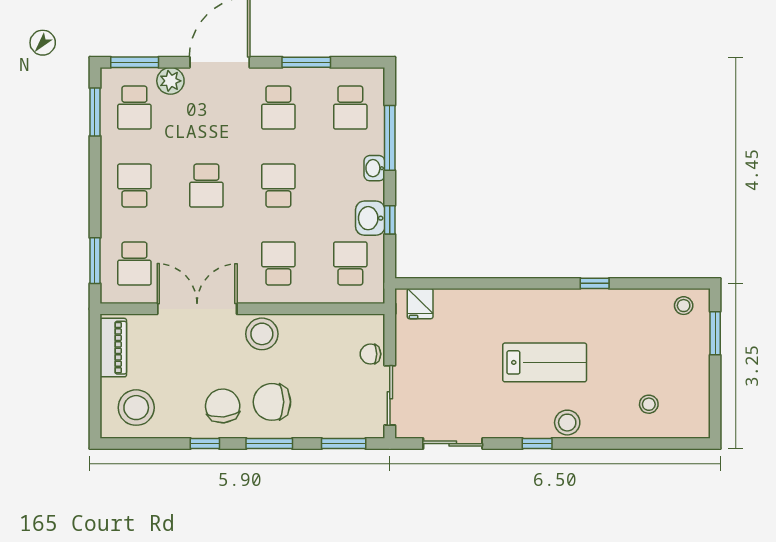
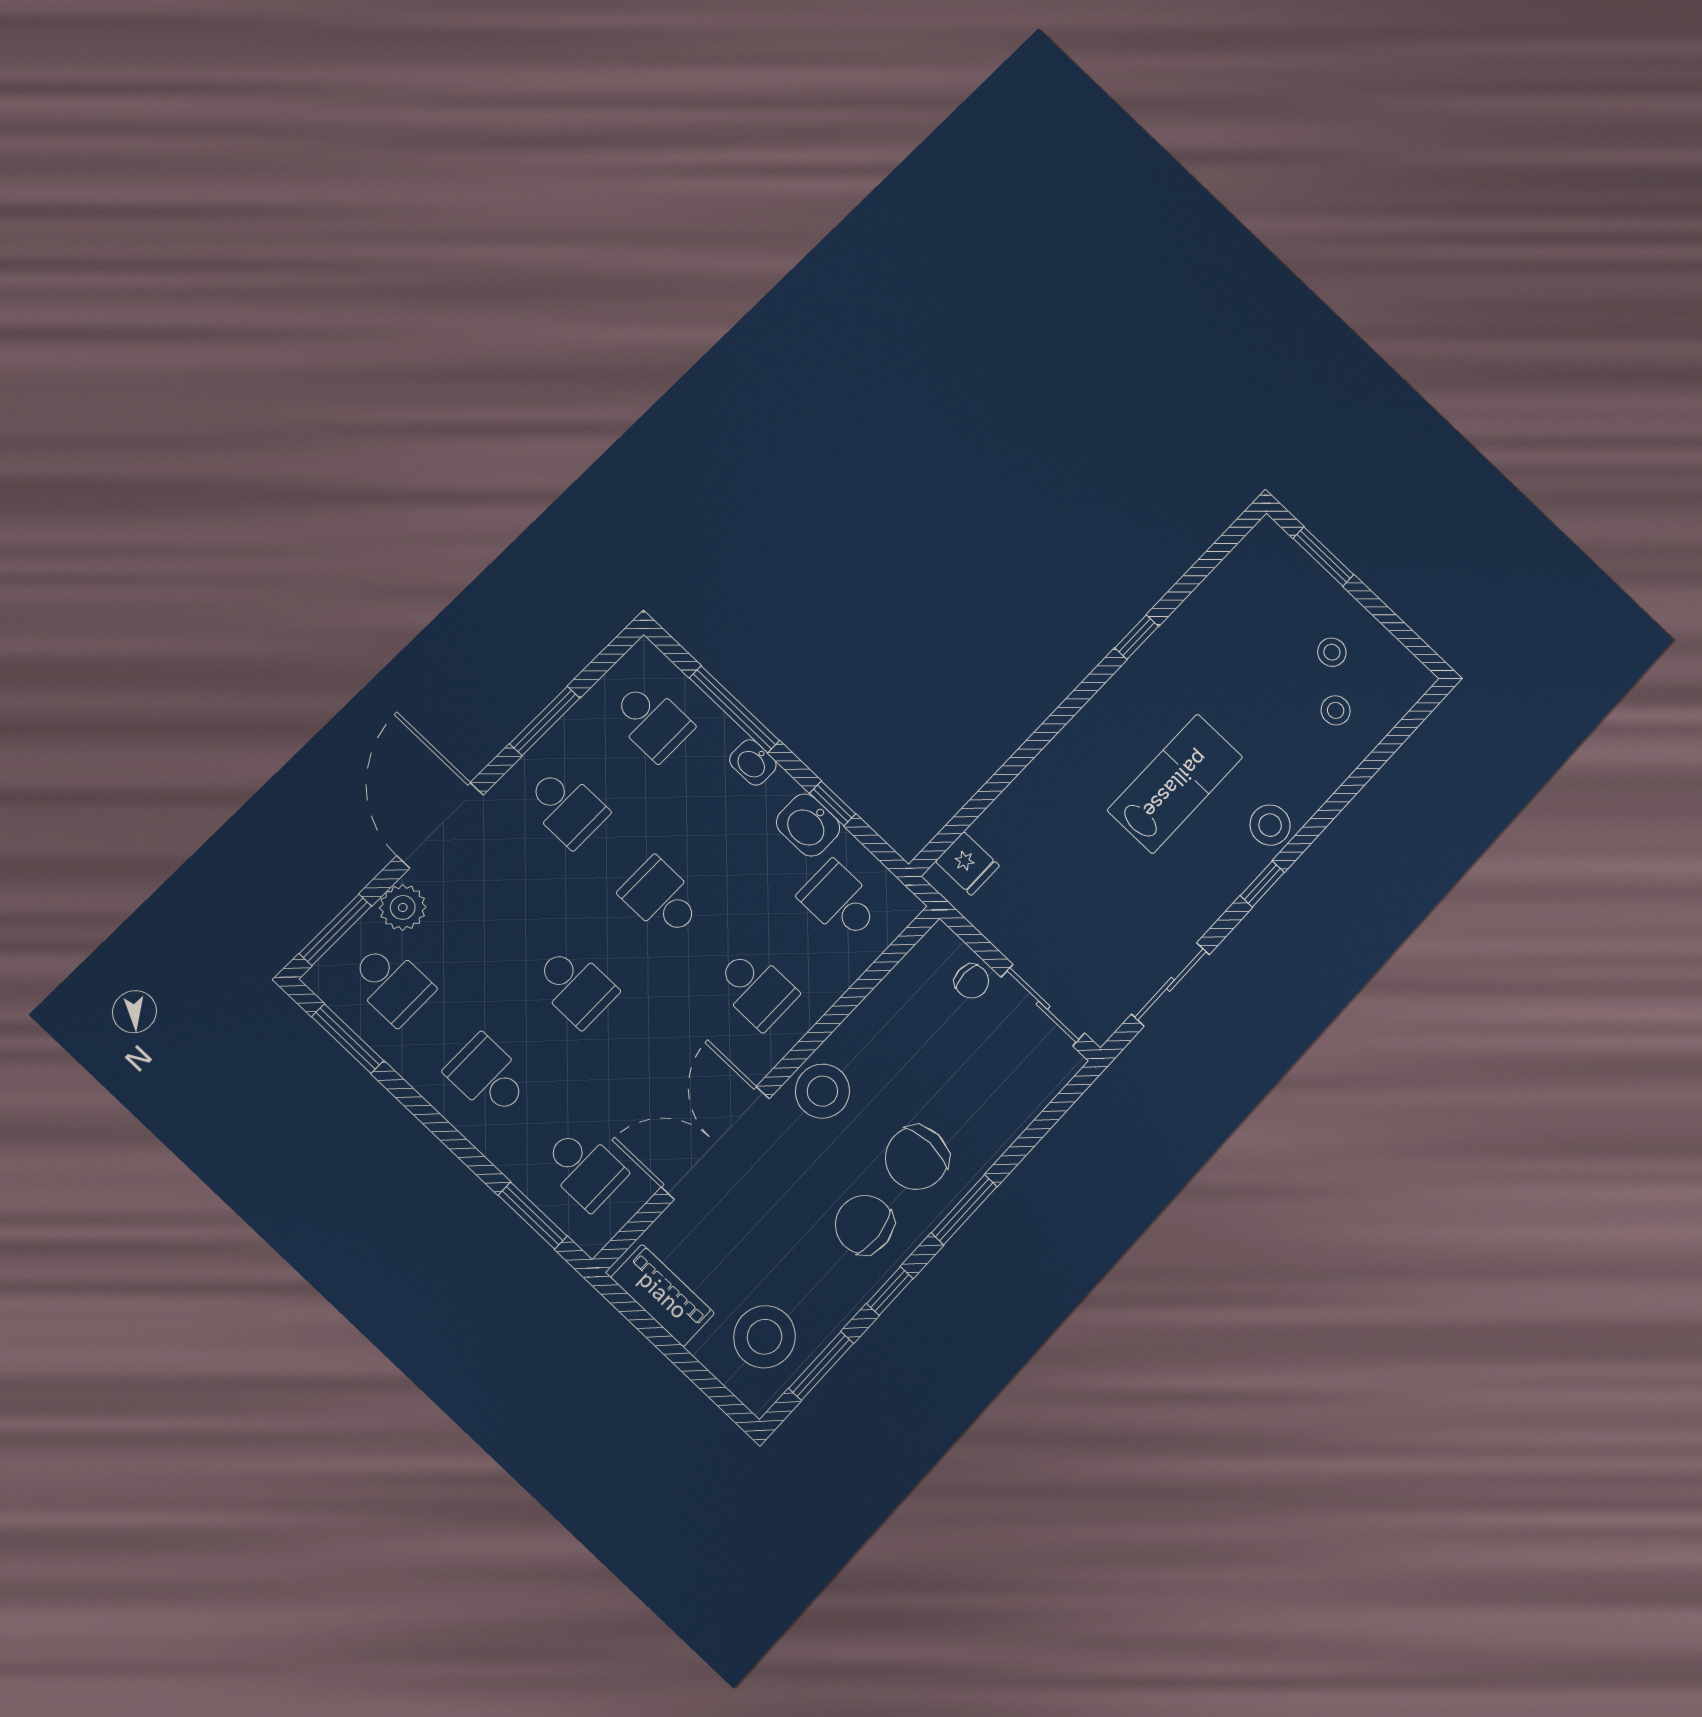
school desk: (278, 263) -> (756, 989), turned 180
stool: (684, 306) -> (1332, 652), moved
chair: (370, 354) -> (972, 981), turned -90
window: (344, 444) -> (821, 1366), moved

